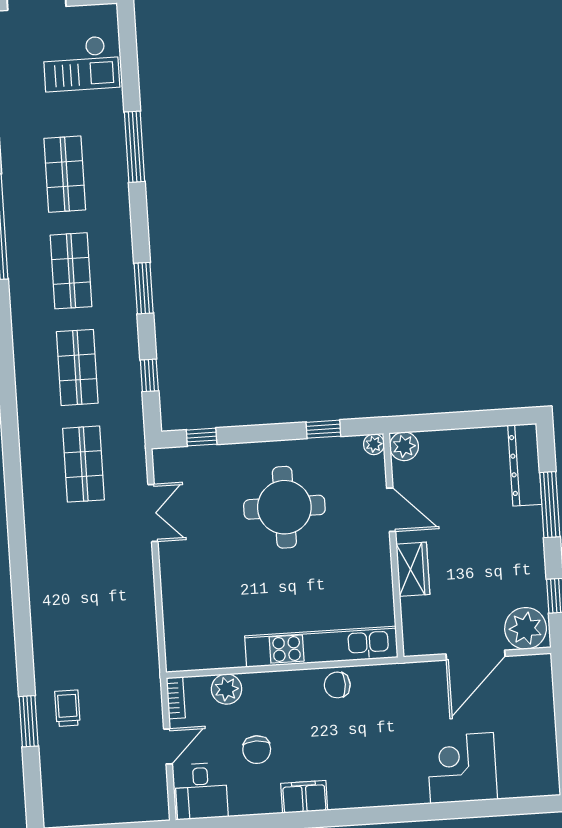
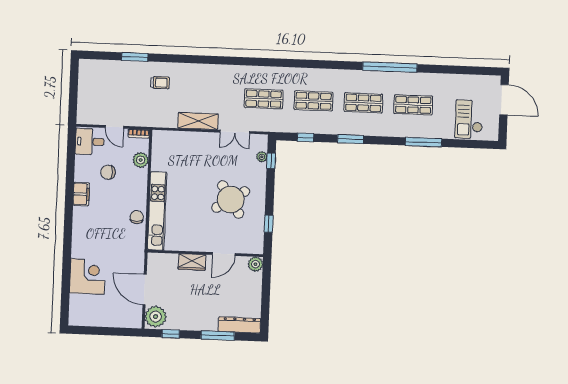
plant: (374, 444) -> (262, 157), moved
round table: (284, 507) -> (231, 199), turned -32
shelving: (140, 586) -> (198, 121), added
trolley: (67, 708) -> (160, 83), moved

